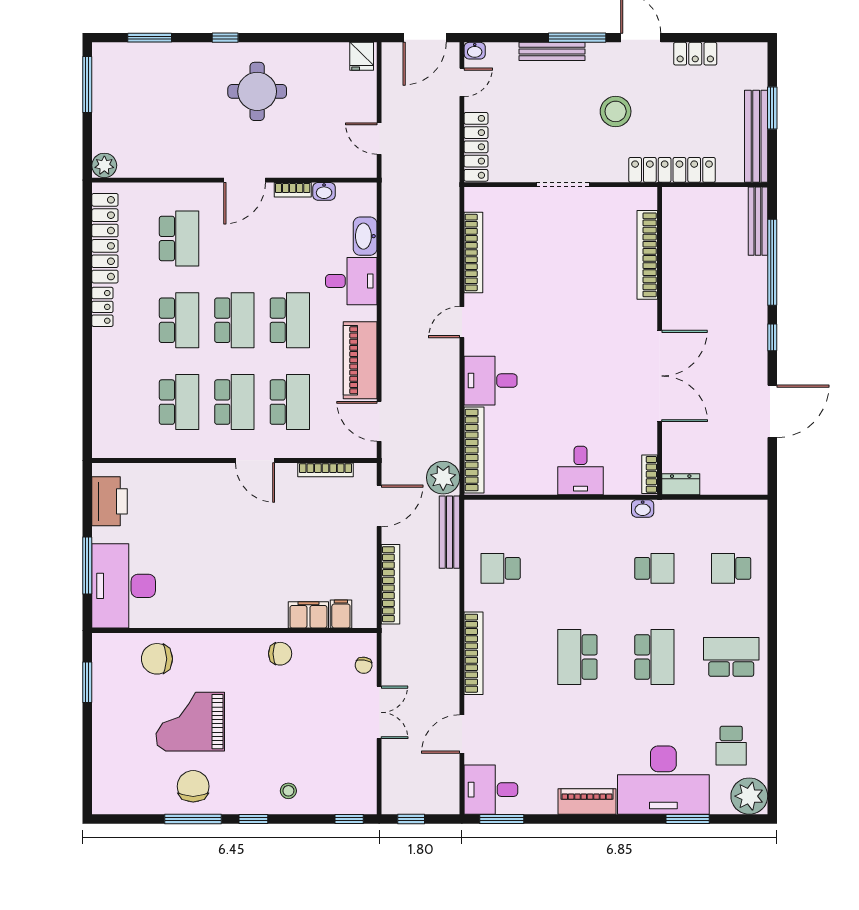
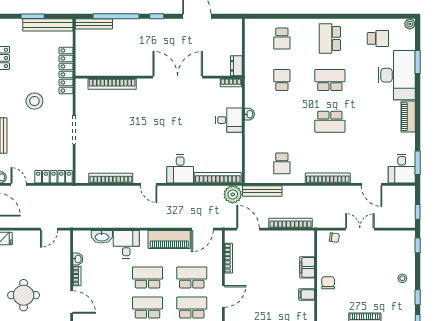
washbasin: (643, 508) -> (249, 114), moved
filing cabinet: (341, 614) -> (307, 295), moved
plant: (749, 796) -> (410, 24), width x0.53, depth x0.53

